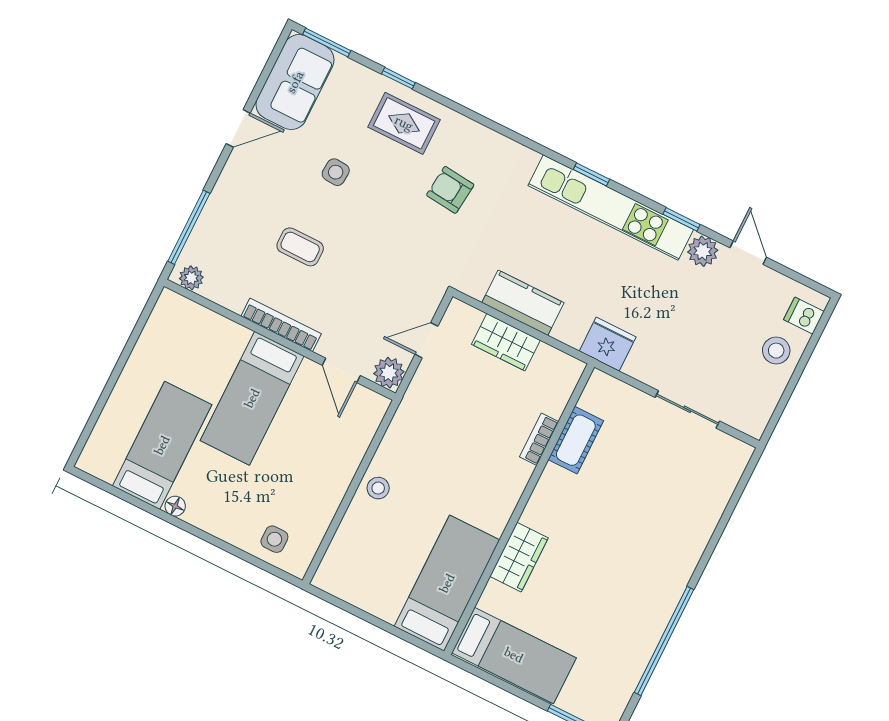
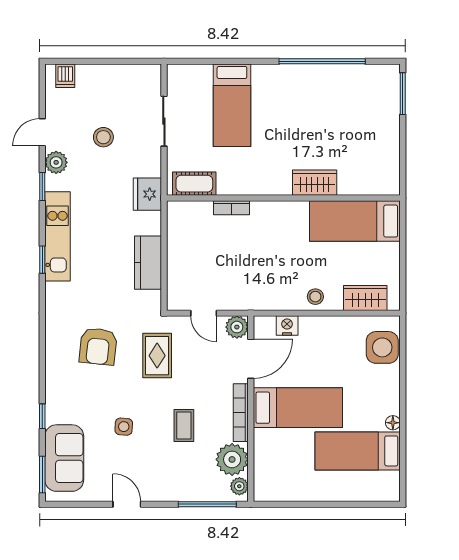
sofa: (295, 82) -> (64, 458), moved, turned 90
rug: (404, 123) -> (157, 356), moved
armchair: (450, 190) -> (98, 346), width x1.38, depth x1.38
kitchen unit: (611, 207) -> (58, 236), width x0.73
plant: (229, 285) -> (232, 459), added
wardrobe: (506, 342) -> (365, 298), moved, turned -90
stool: (776, 351) -> (103, 137), moved
door: (341, 370) -> (251, 359), width x1.38
nightstand: (360, 435) -> (287, 326), added
cot: (576, 440) -> (194, 184), moved
side table: (274, 539) -> (382, 347), width x1.87, depth x1.87
bed: (514, 655) -> (232, 105), moved, turned 180

